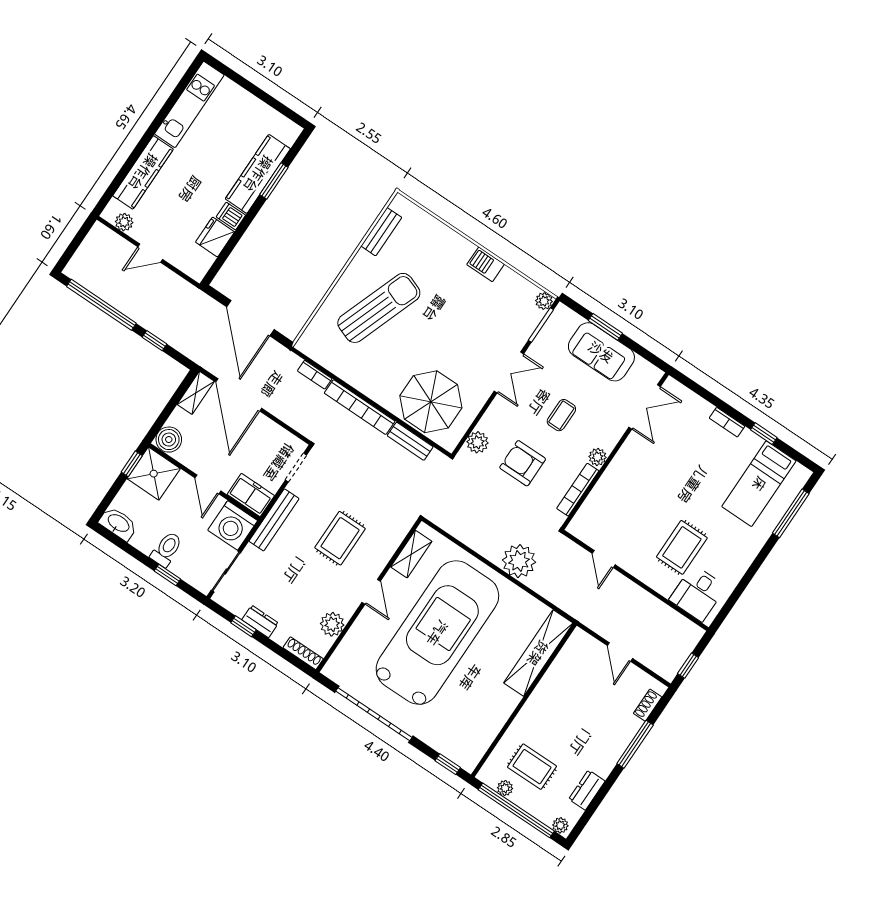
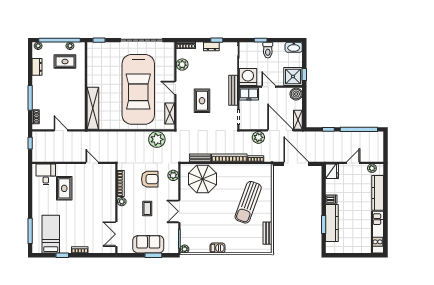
fridge: (215, 237) -> (332, 171), moved
plant: (285, 409) -> (258, 137), added
plant: (519, 561) -> (157, 139), moved

